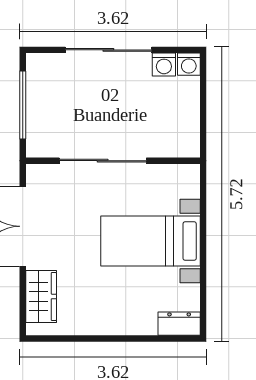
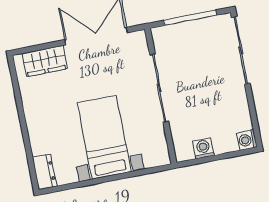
sliding door: (108, 50) -> (241, 50), moved
washing machine: (164, 65) -> (203, 148), moved, turned 90

